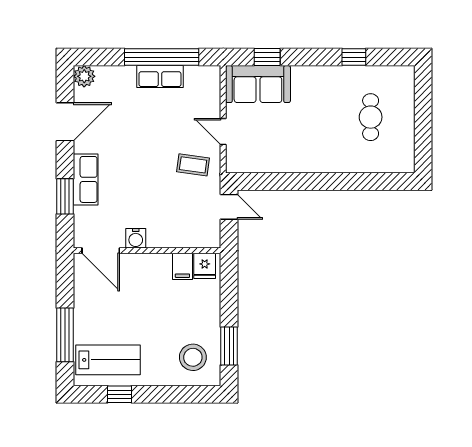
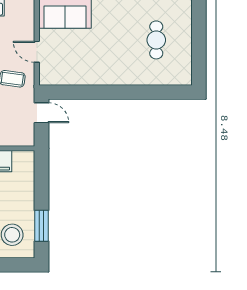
fridge: (205, 266) -> (22, 161), removed

